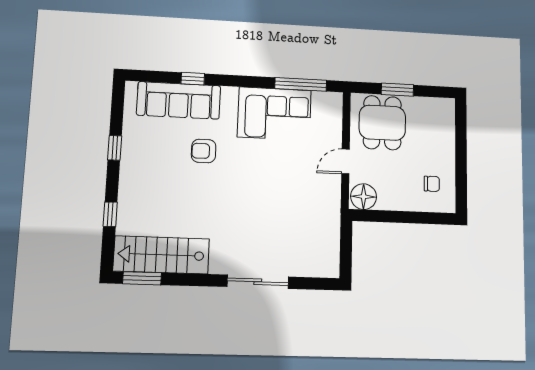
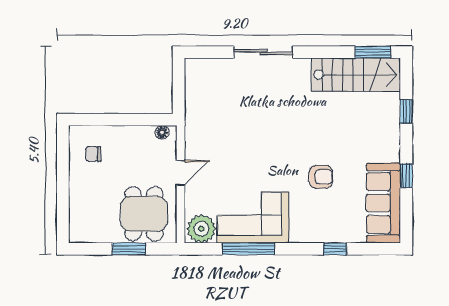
window: (301, 84) -> (248, 249), moved
sofa: (179, 100) -> (383, 203), moved, turned -90
plant: (326, 105) -> (201, 229), added
floor lamp: (364, 197) -> (162, 132), width x0.53, depth x0.53

